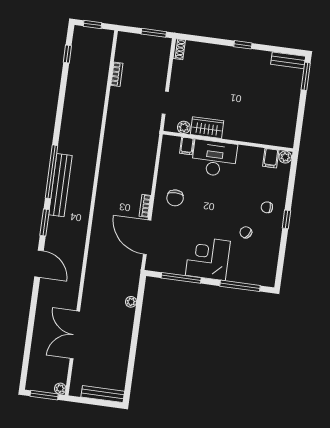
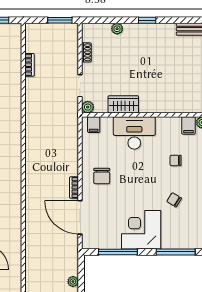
shoe rack: (179, 49) -> (86, 52), moved
plant: (211, 49) -> (117, 29), added
plant: (184, 127) -> (88, 107), moved
filing cabinet: (187, 146) -> (94, 125), moved
chair: (267, 207) -> (176, 160), moved

